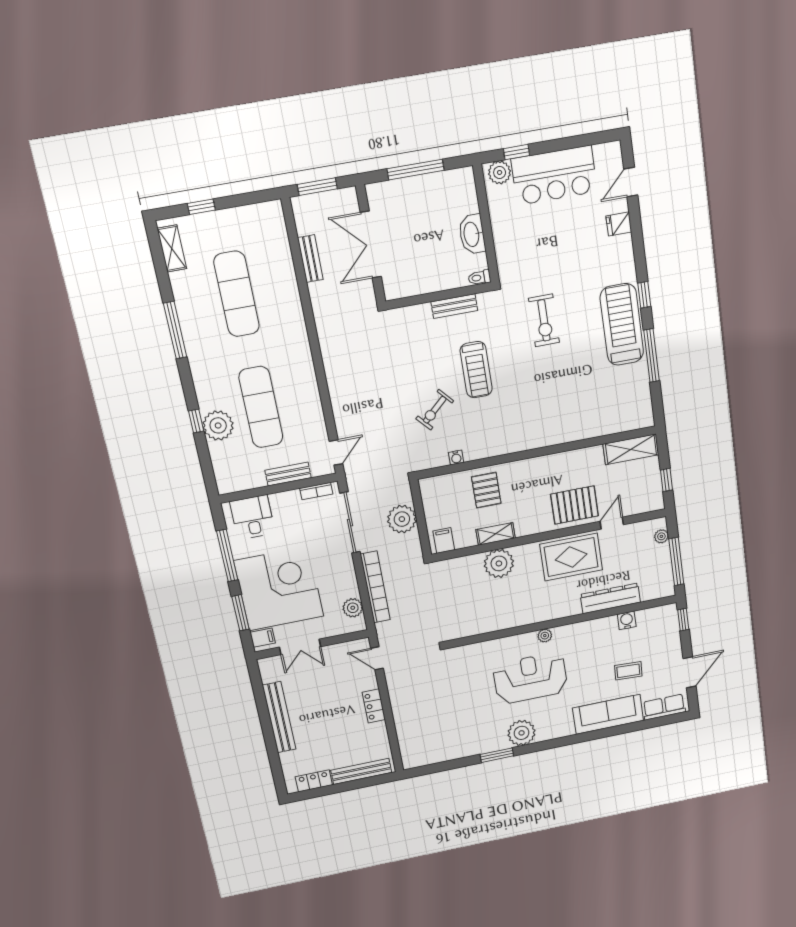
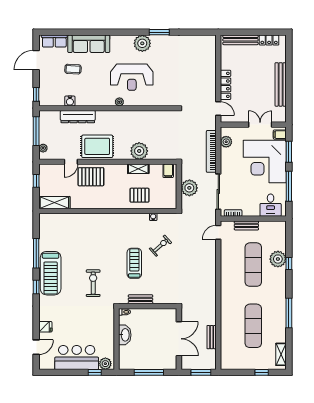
pallet: (486, 490) -> (140, 195), turned 90
locker: (374, 706) -> (226, 85), width x1.53

